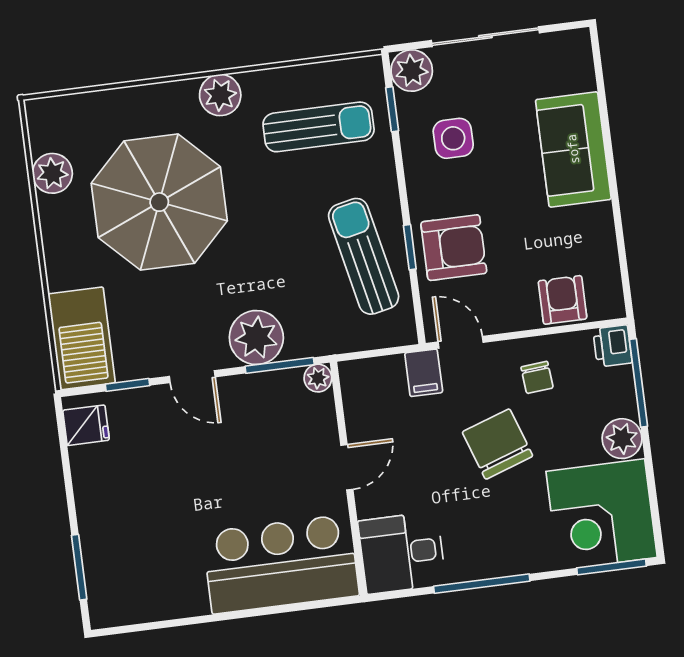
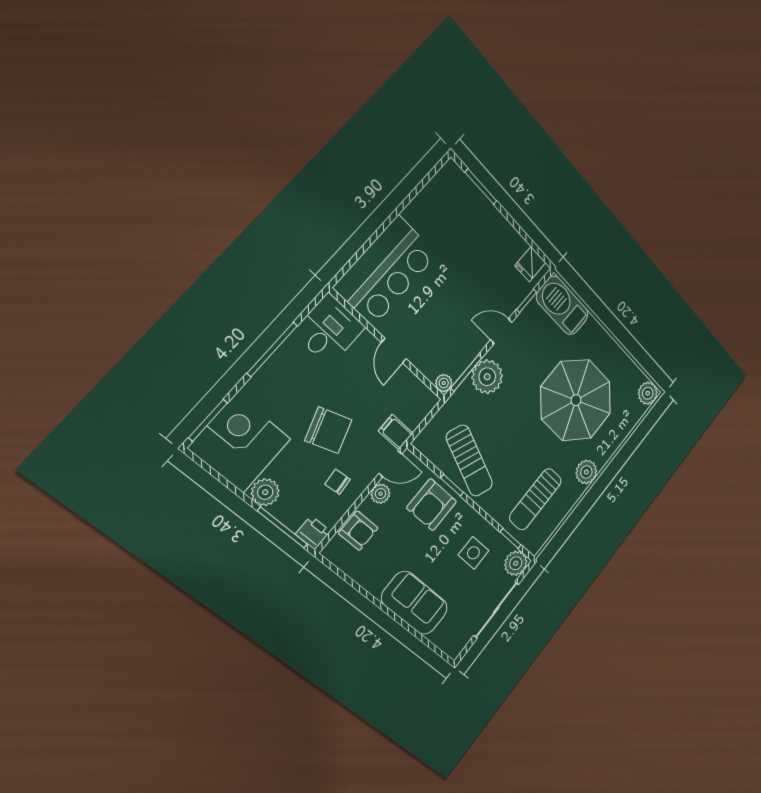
plant: (52, 173) -> (648, 393), moved
sun lounger: (364, 256) -> (469, 461), turned 34
plant: (502, 318) -> (380, 494), added

